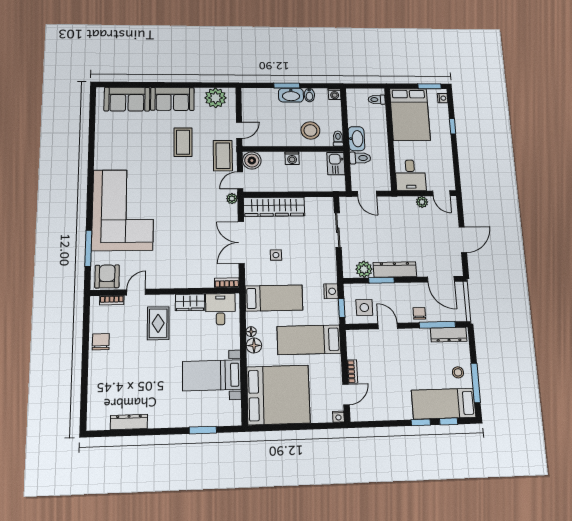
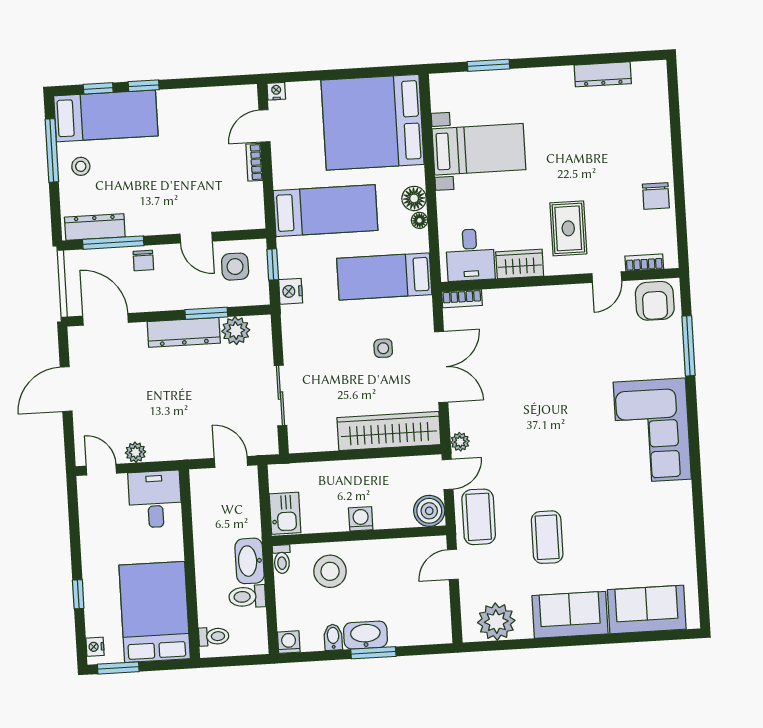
toilet: (360, 158) -> (247, 597), moved
corner sofa: (123, 210) -> (652, 431), width x0.73, depth x0.74

